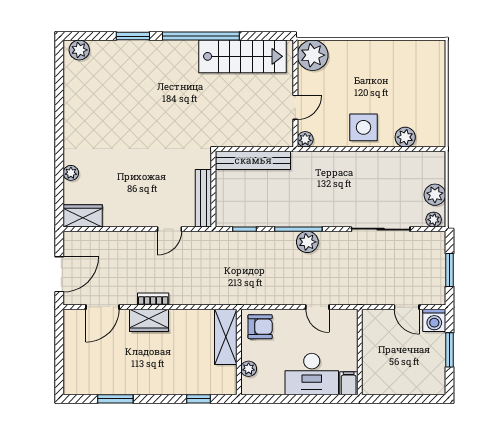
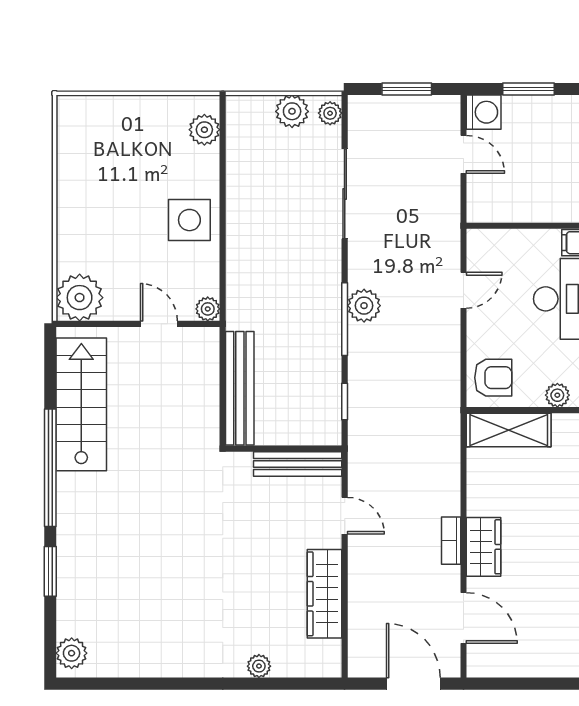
plant: (405, 137) -> (204, 130), moved
wardrobe: (83, 216) -> (324, 594), moved, width x1.50
door: (407, 307) -> (463, 154), hinge flipped
armchair: (260, 327) -> (493, 378), turned 90

